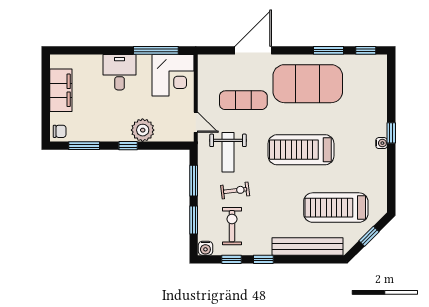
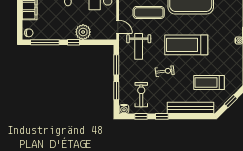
window: (84, 146) -> (45, 42), width x1.44
exercise bike: (235, 191) -> (165, 71), moved
treadmill: (336, 208) -> (209, 83), width x0.73, depth x0.73

